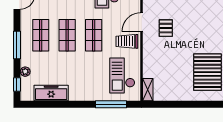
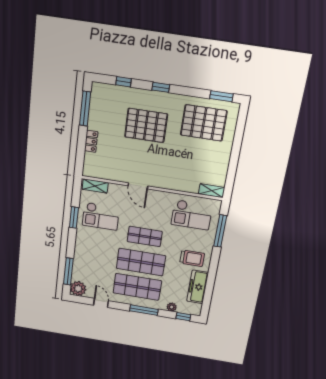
pallet: (166, 28) -> (146, 125), moved, width x2.05, depth x2.00
shop shelf: (41, 35) -> (137, 287), width x1.43, depth x1.36
shop shelf: (67, 35) -> (141, 262), width x1.43, depth x1.36
trolley: (127, 41) -> (192, 258), moved, turned -90

